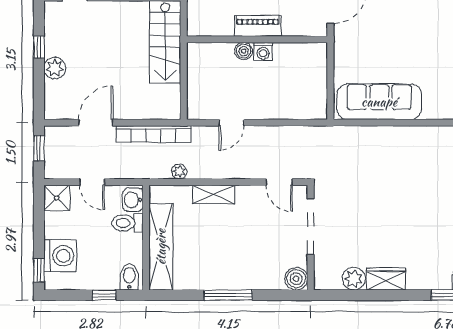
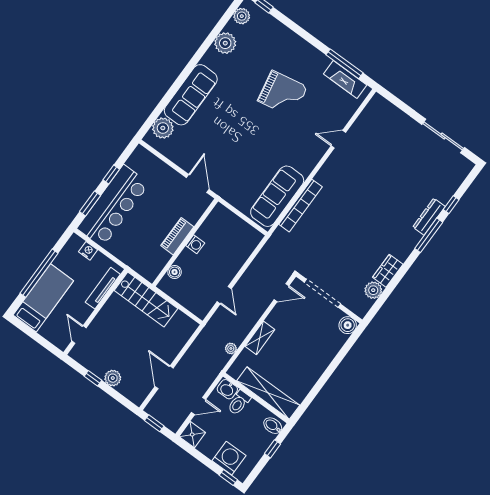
boiler: (244, 51) -> (175, 272), moved
bookcase: (153, 134) -> (300, 206), moved
window: (228, 295) -> (327, 374), removed

